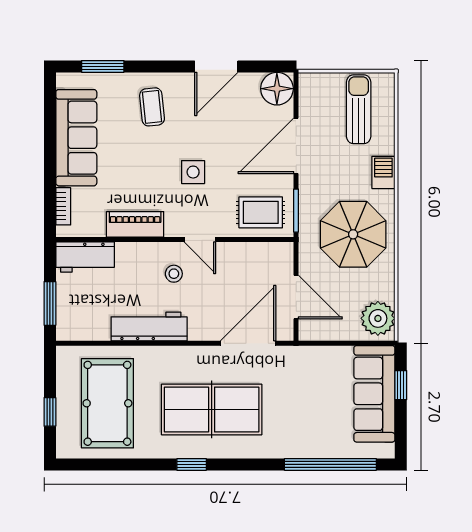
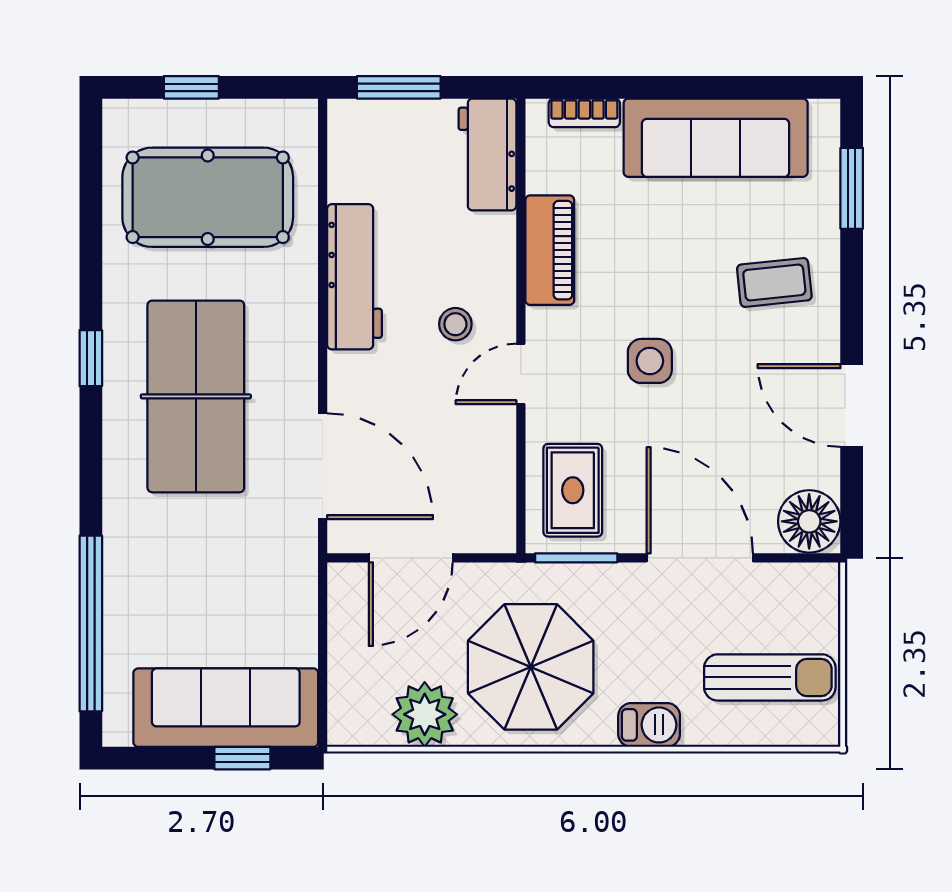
plant: (378, 318) -> (425, 714), moved

